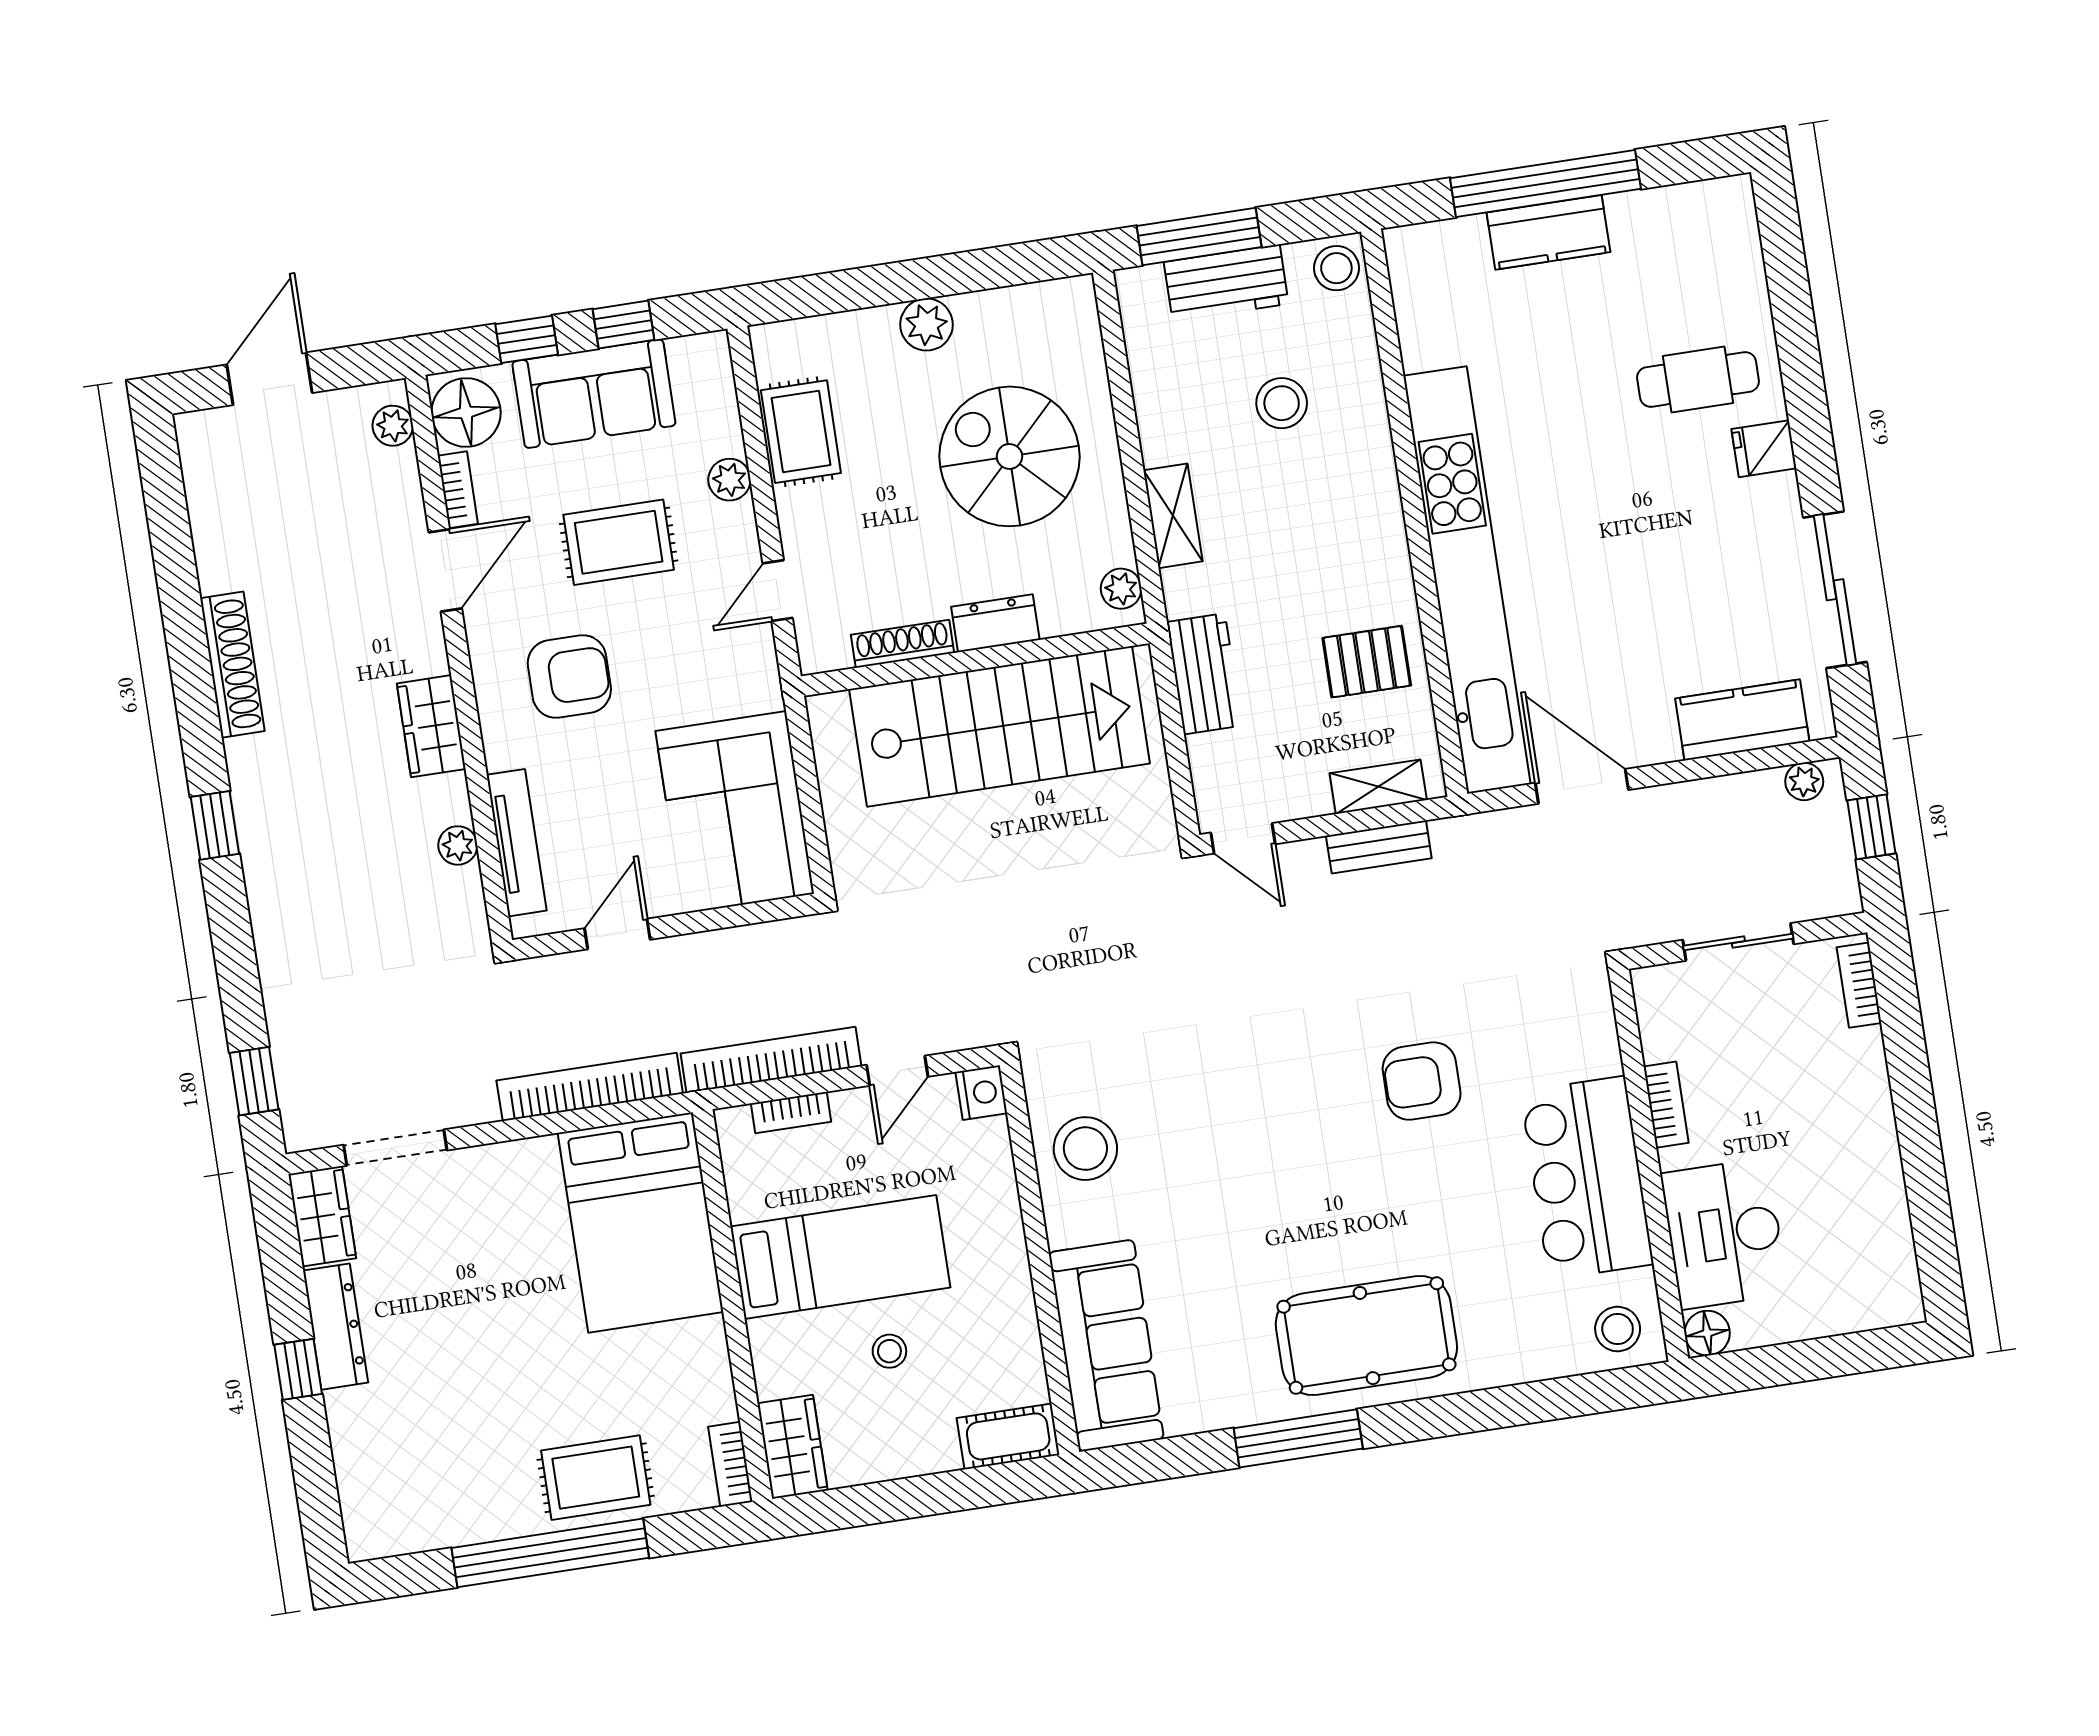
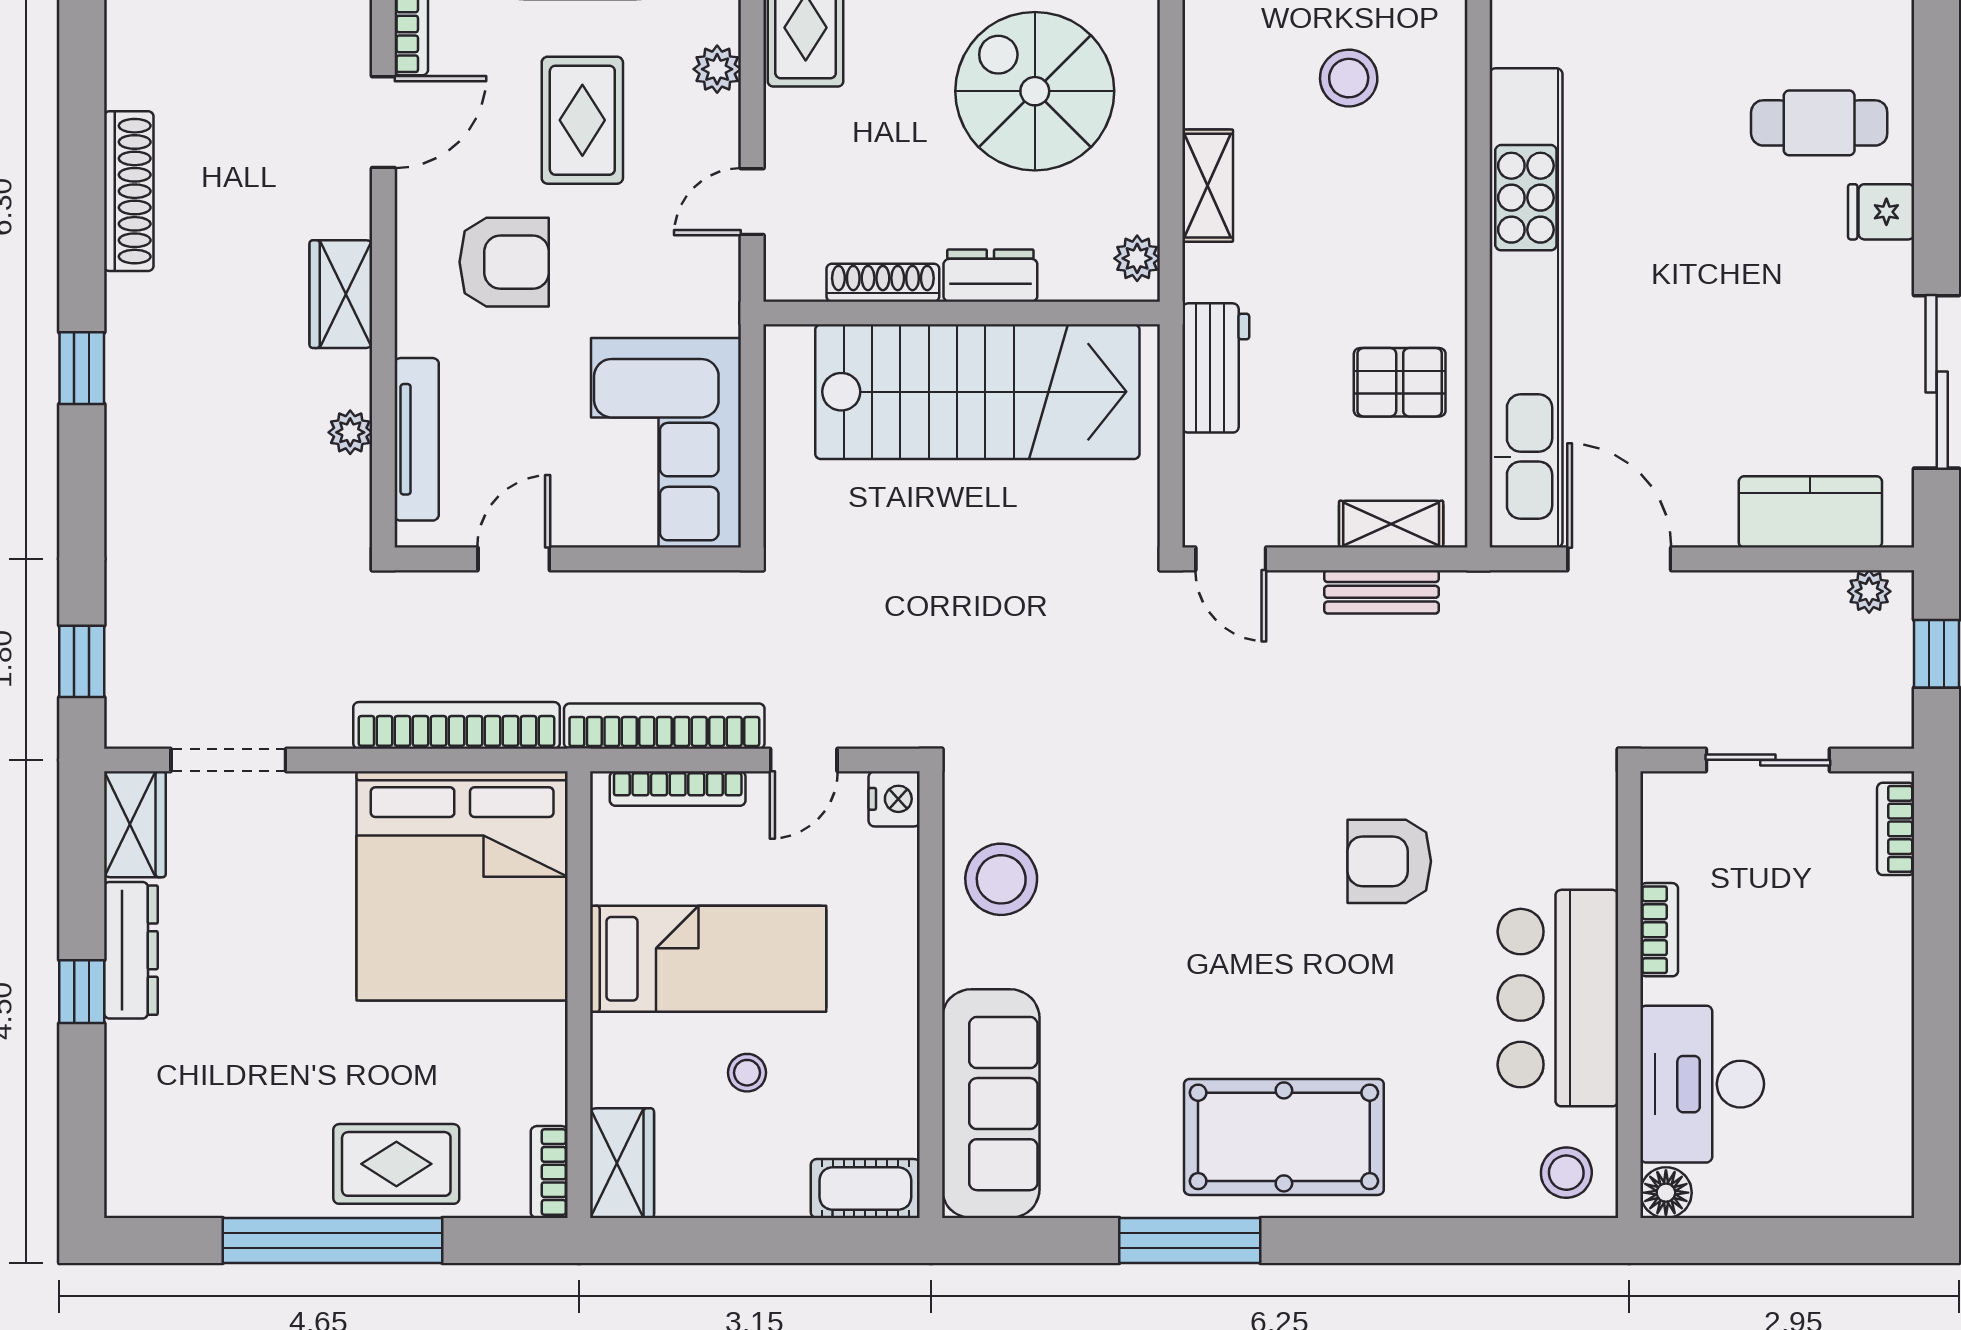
rug: (619, 542) -> (582, 120), turned 90
bookcase: (791, 1112) -> (678, 788), width x1.56
bed: (641, 1222) -> (462, 886), width x1.36

